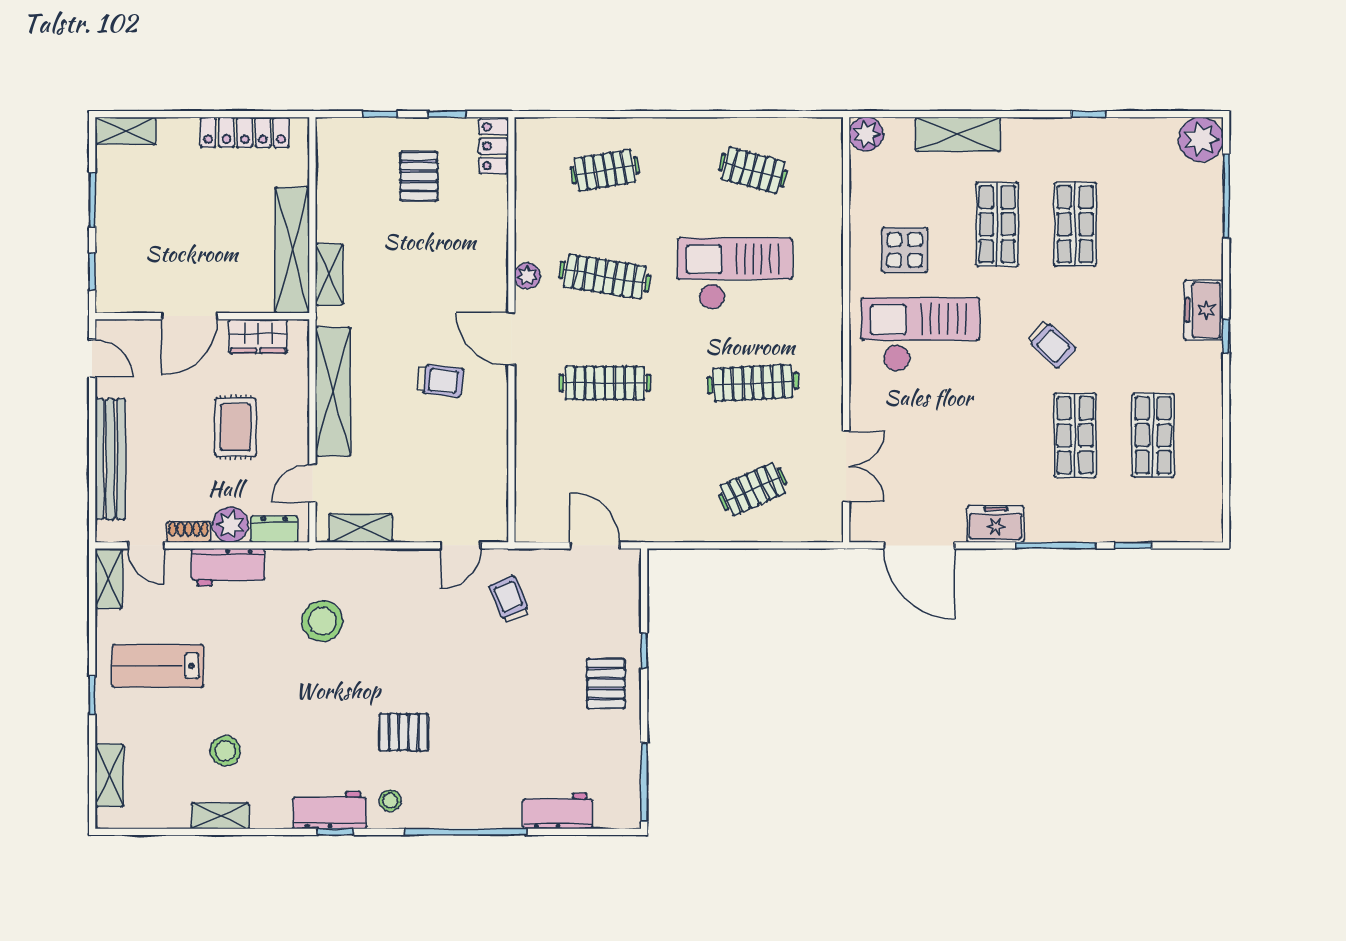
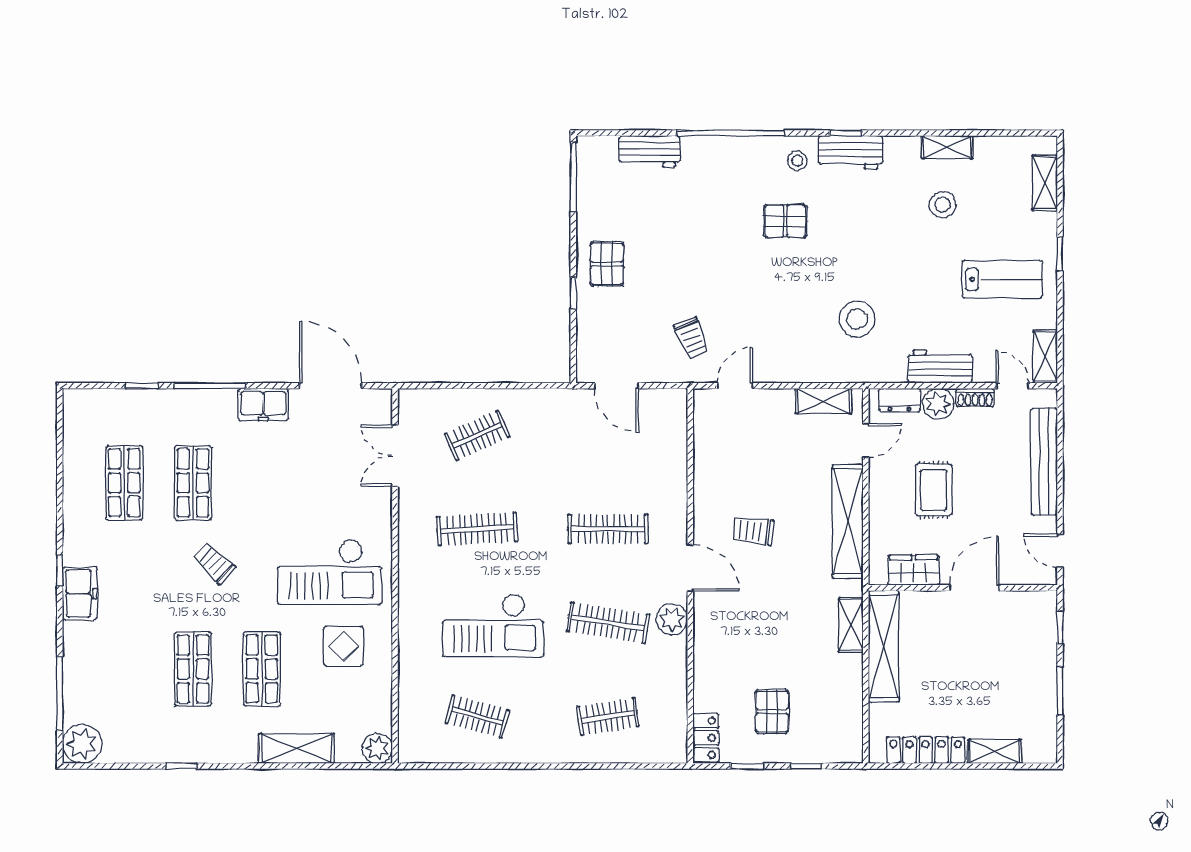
shelving: (125, 131) -> (995, 751), moved
plant: (527, 276) -> (672, 619), width x1.38, depth x1.38

